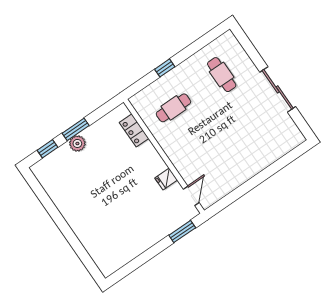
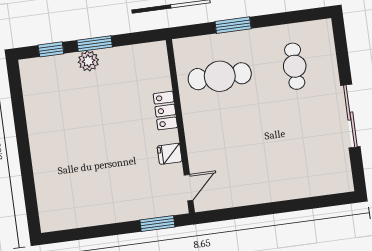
window: (165, 68) -> (233, 25), width x1.50
cafe table: (173, 108) -> (220, 76), width x1.37, depth x1.35
locker: (134, 130) -> (165, 111), moved

